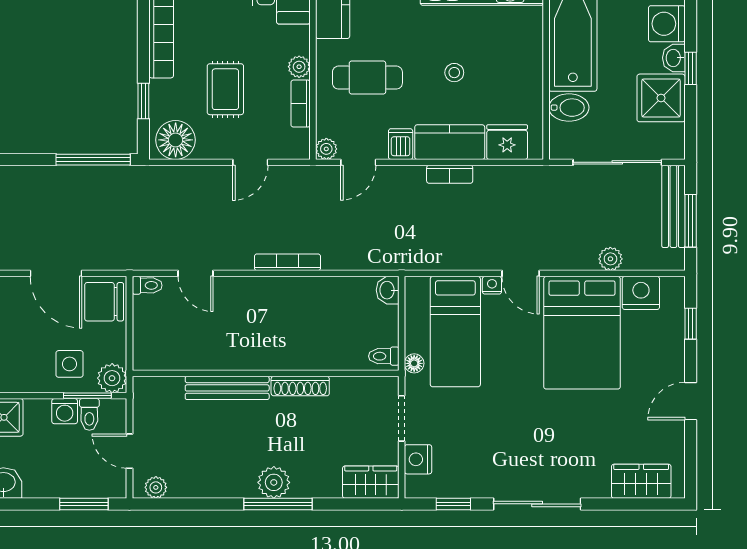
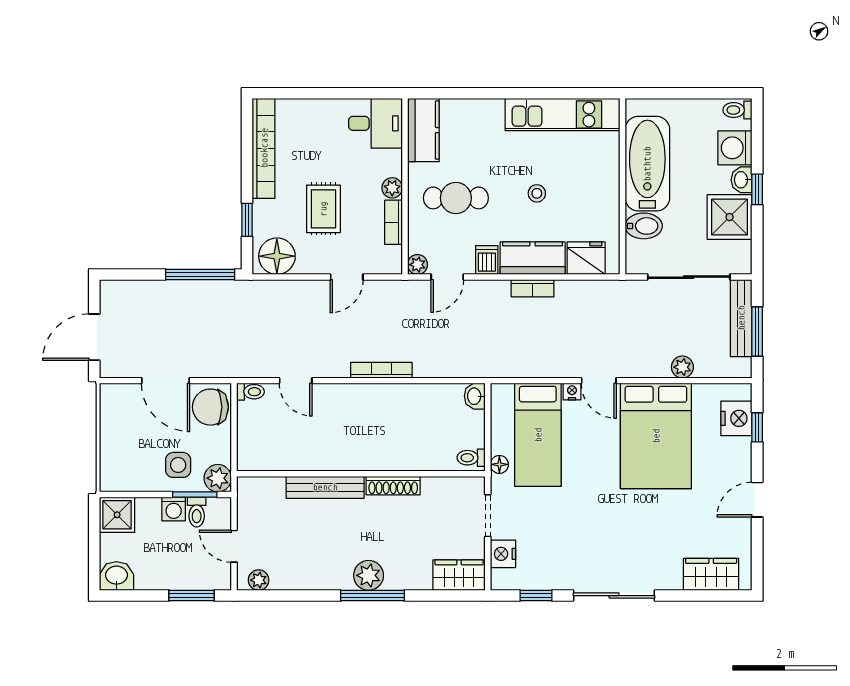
nightstand: (641, 293) -> (736, 418), moved, turned 90

